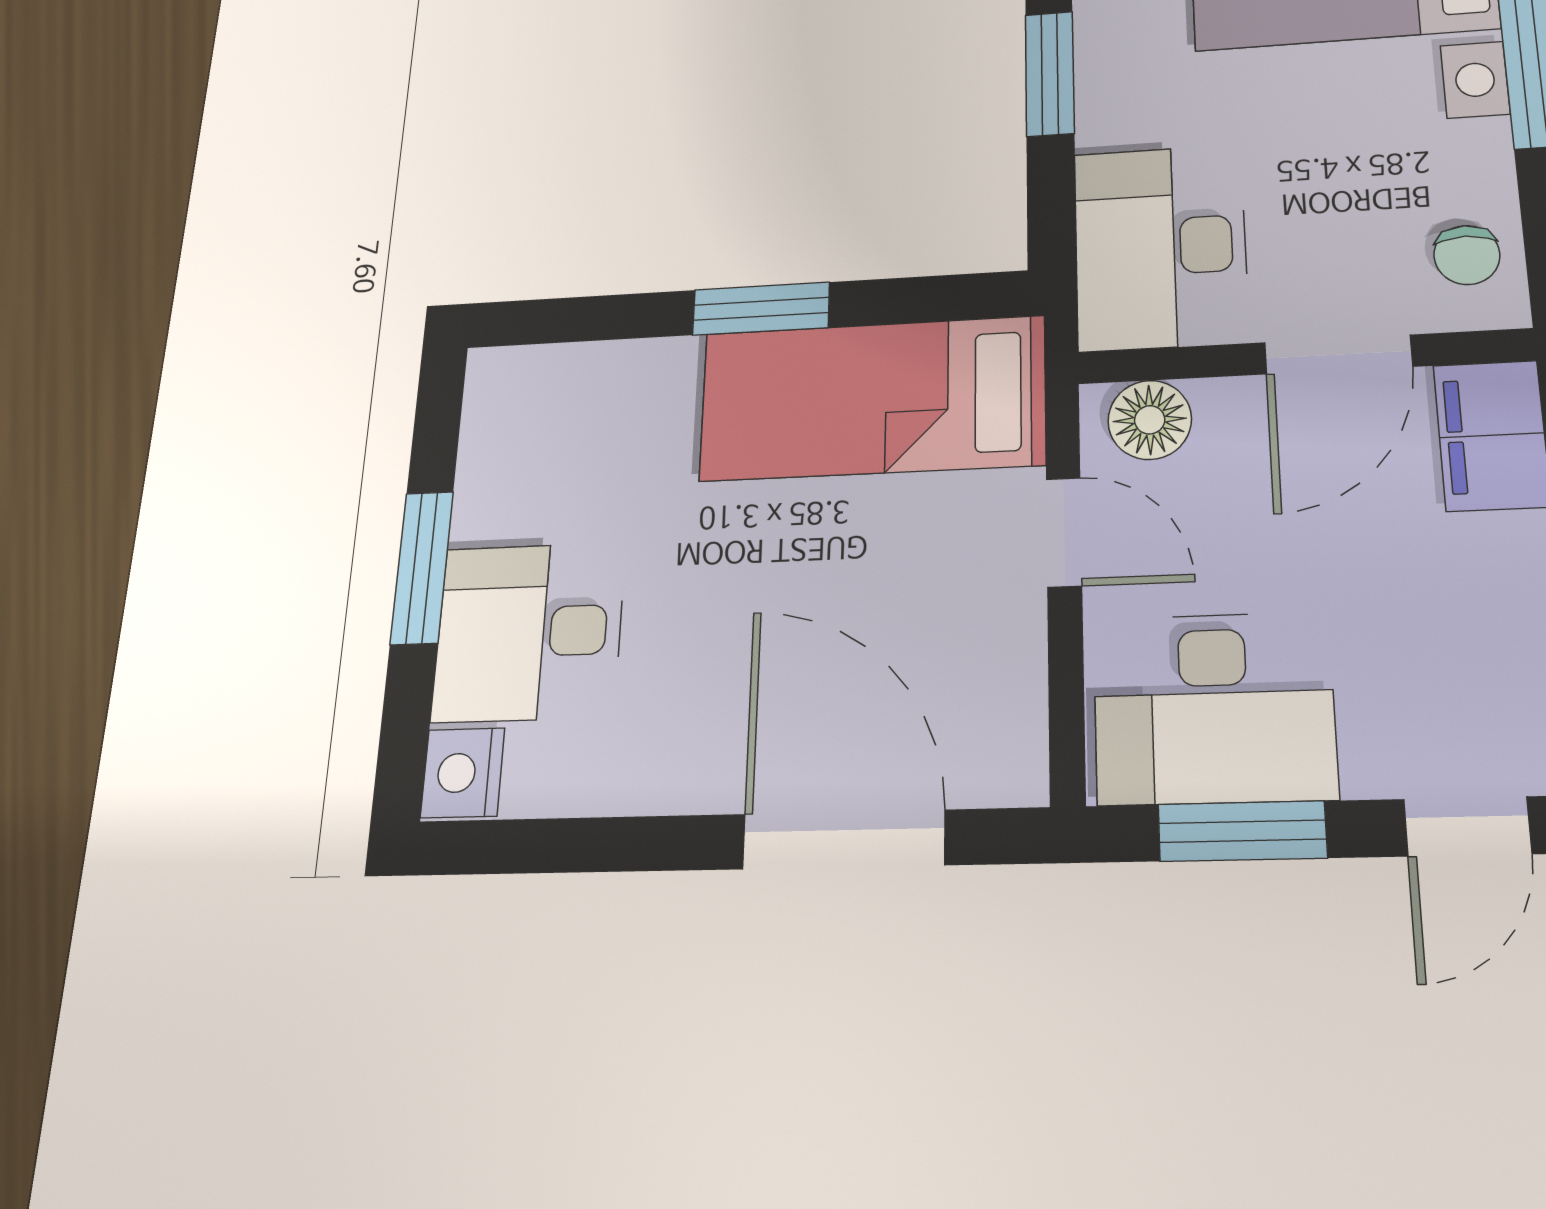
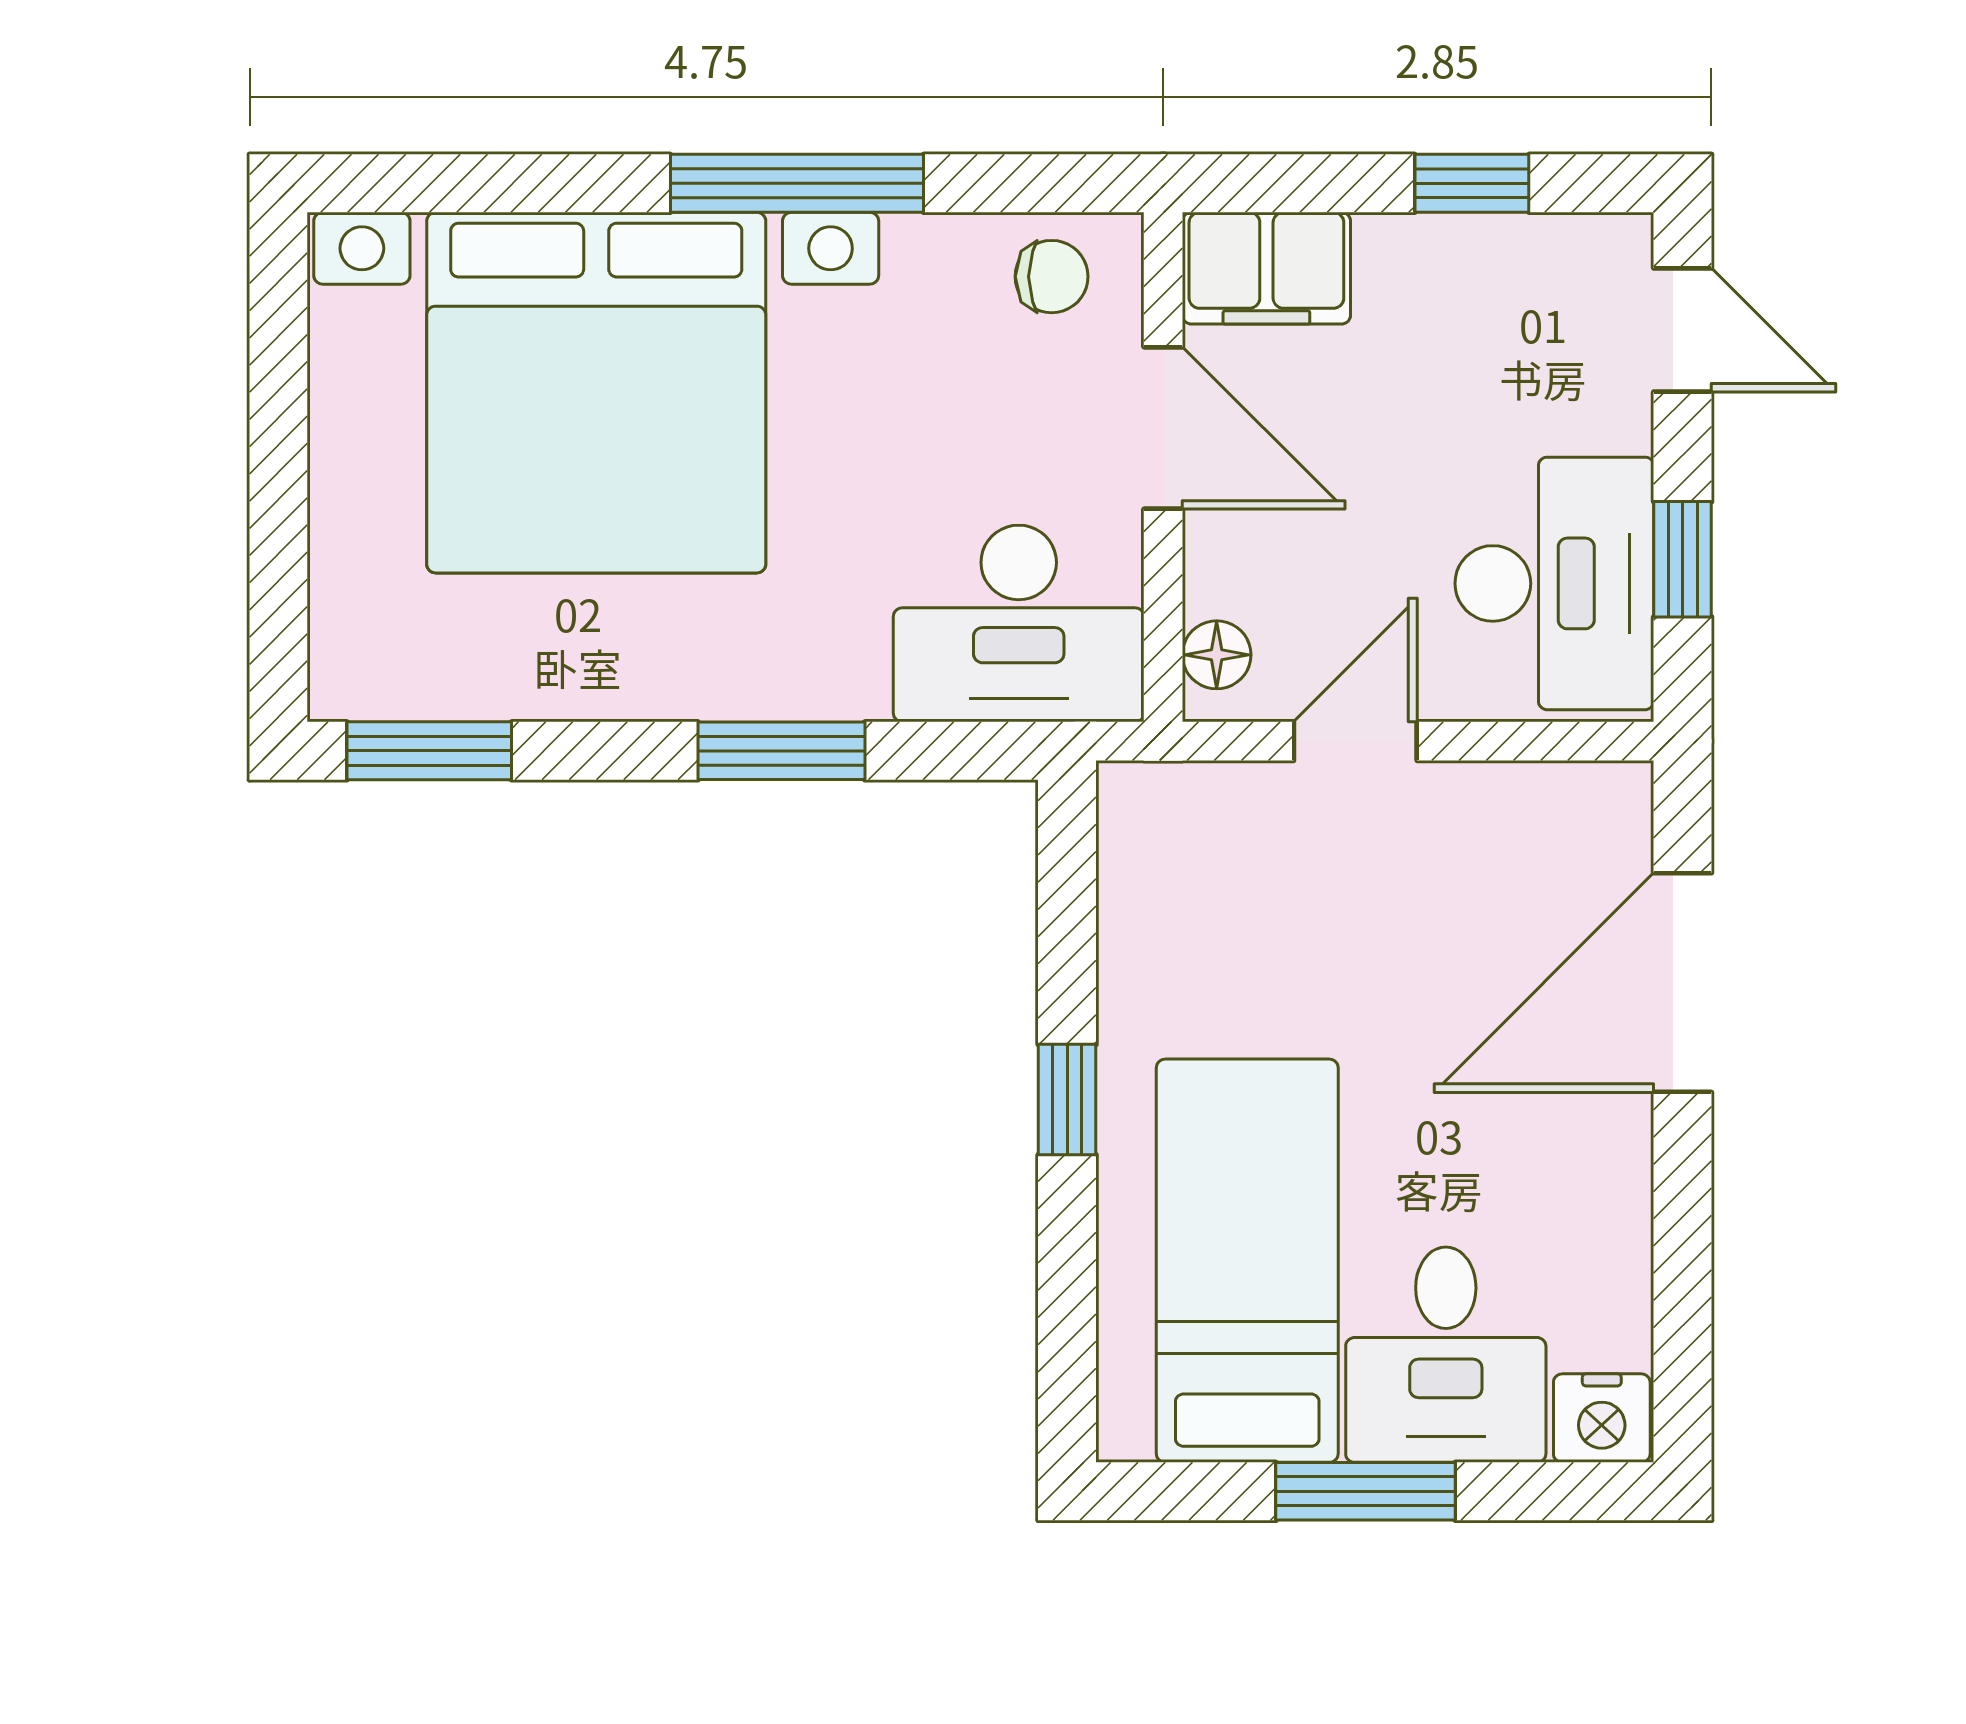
window: (761, 309) -> (1067, 1100), width x0.67
bed: (872, 398) -> (1247, 1261), moved, turned 180
floor lamp: (1150, 420) -> (1217, 655), width x0.73, depth x0.73
window: (1242, 831) -> (1683, 559), width x0.67

